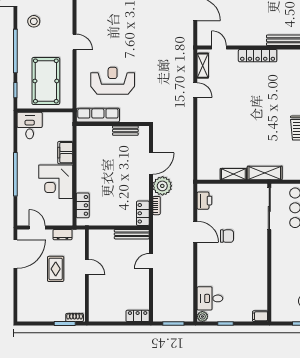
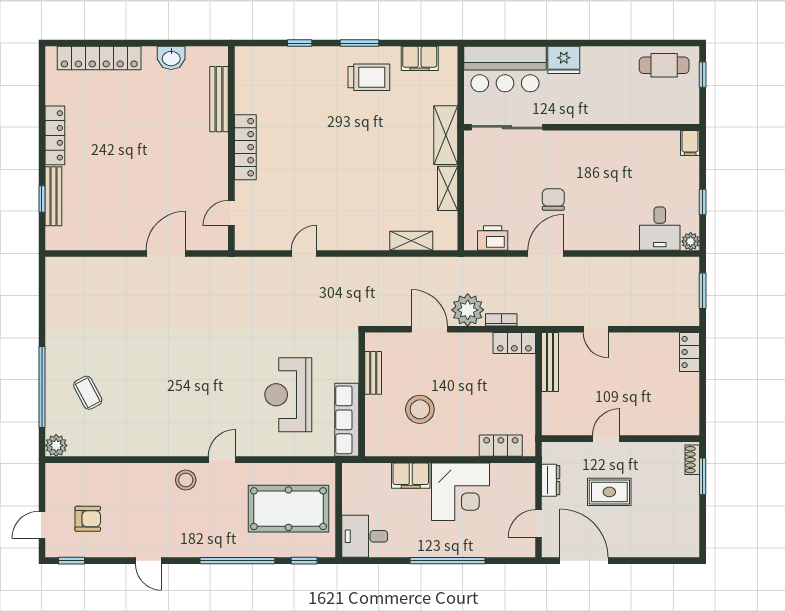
stool: (34, 21) -> (186, 480), moved
shelving: (203, 66) -> (411, 241), moved
stool: (104, 158) -> (420, 409), added

